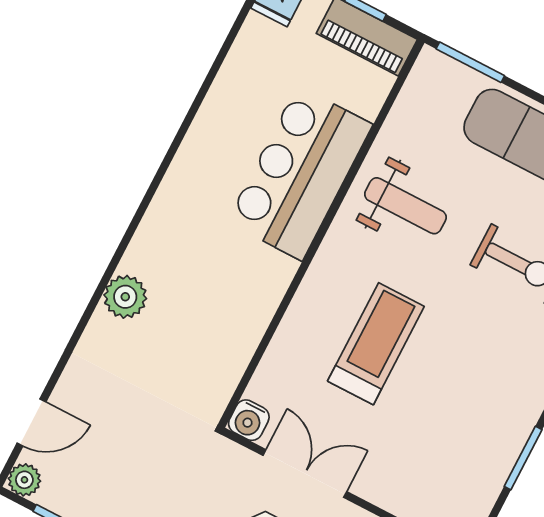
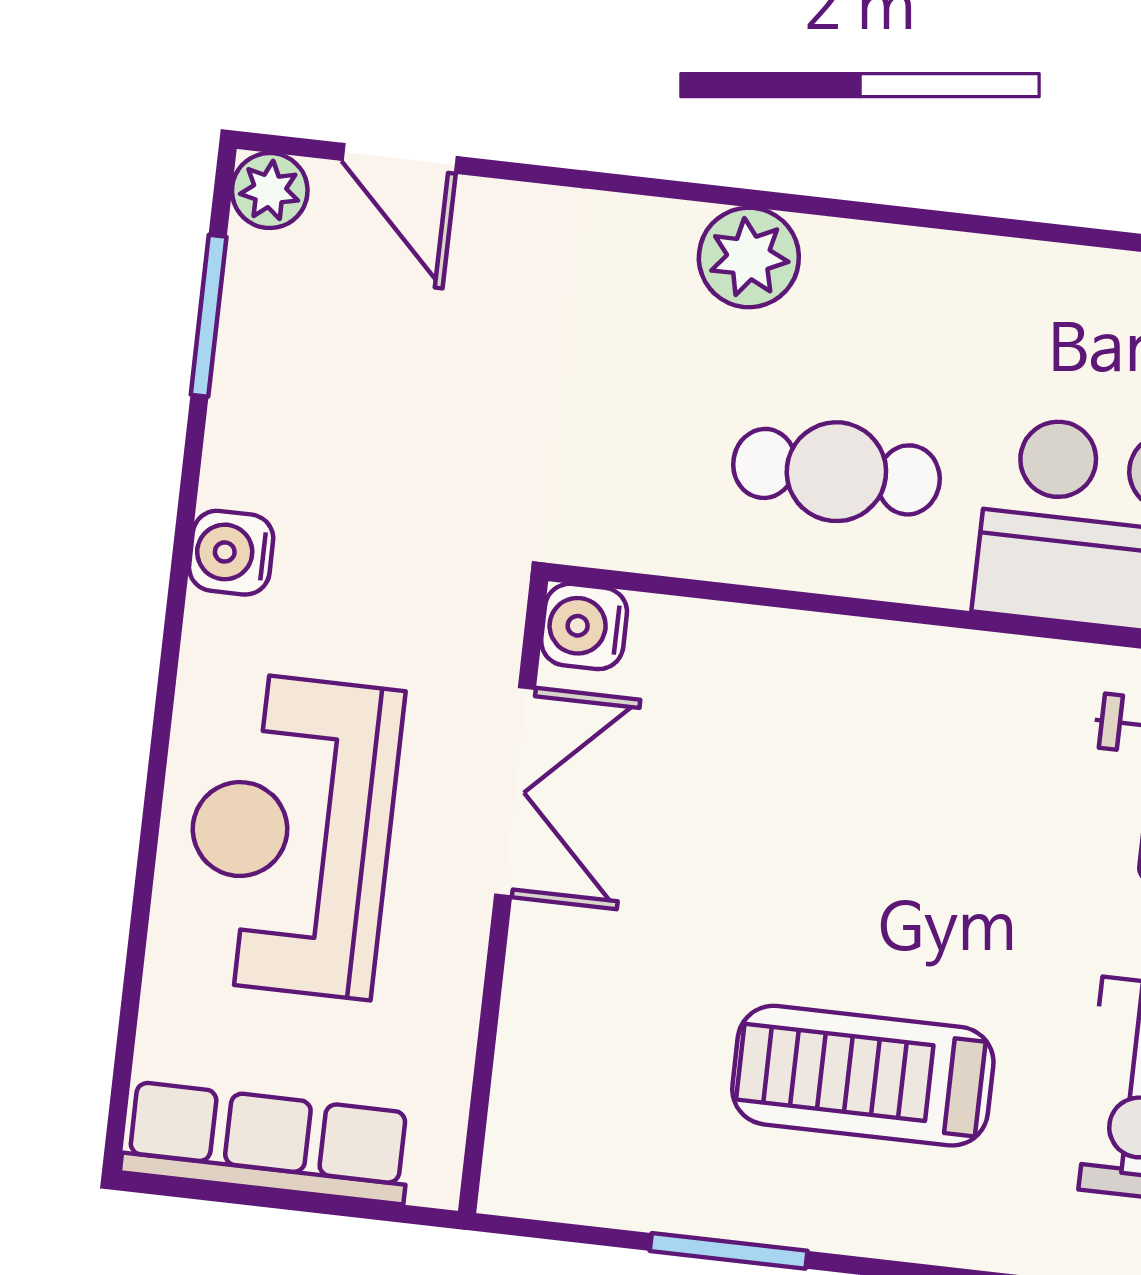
cafe table: (225, 294) -> (836, 472), added
treadmill: (376, 344) -> (863, 1076), moved, turned 180

